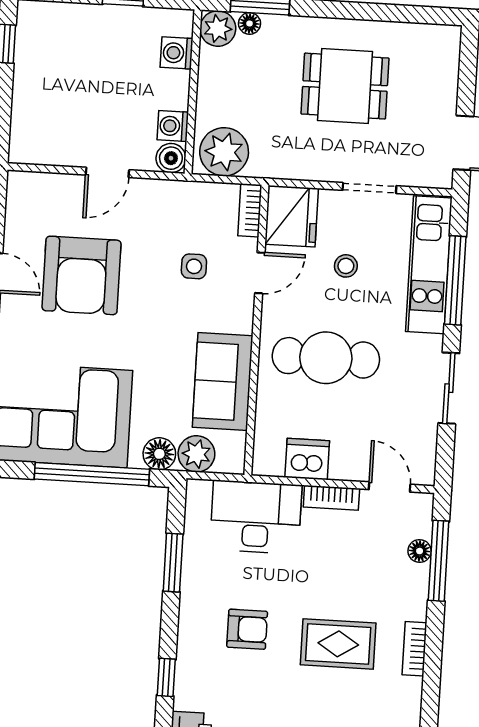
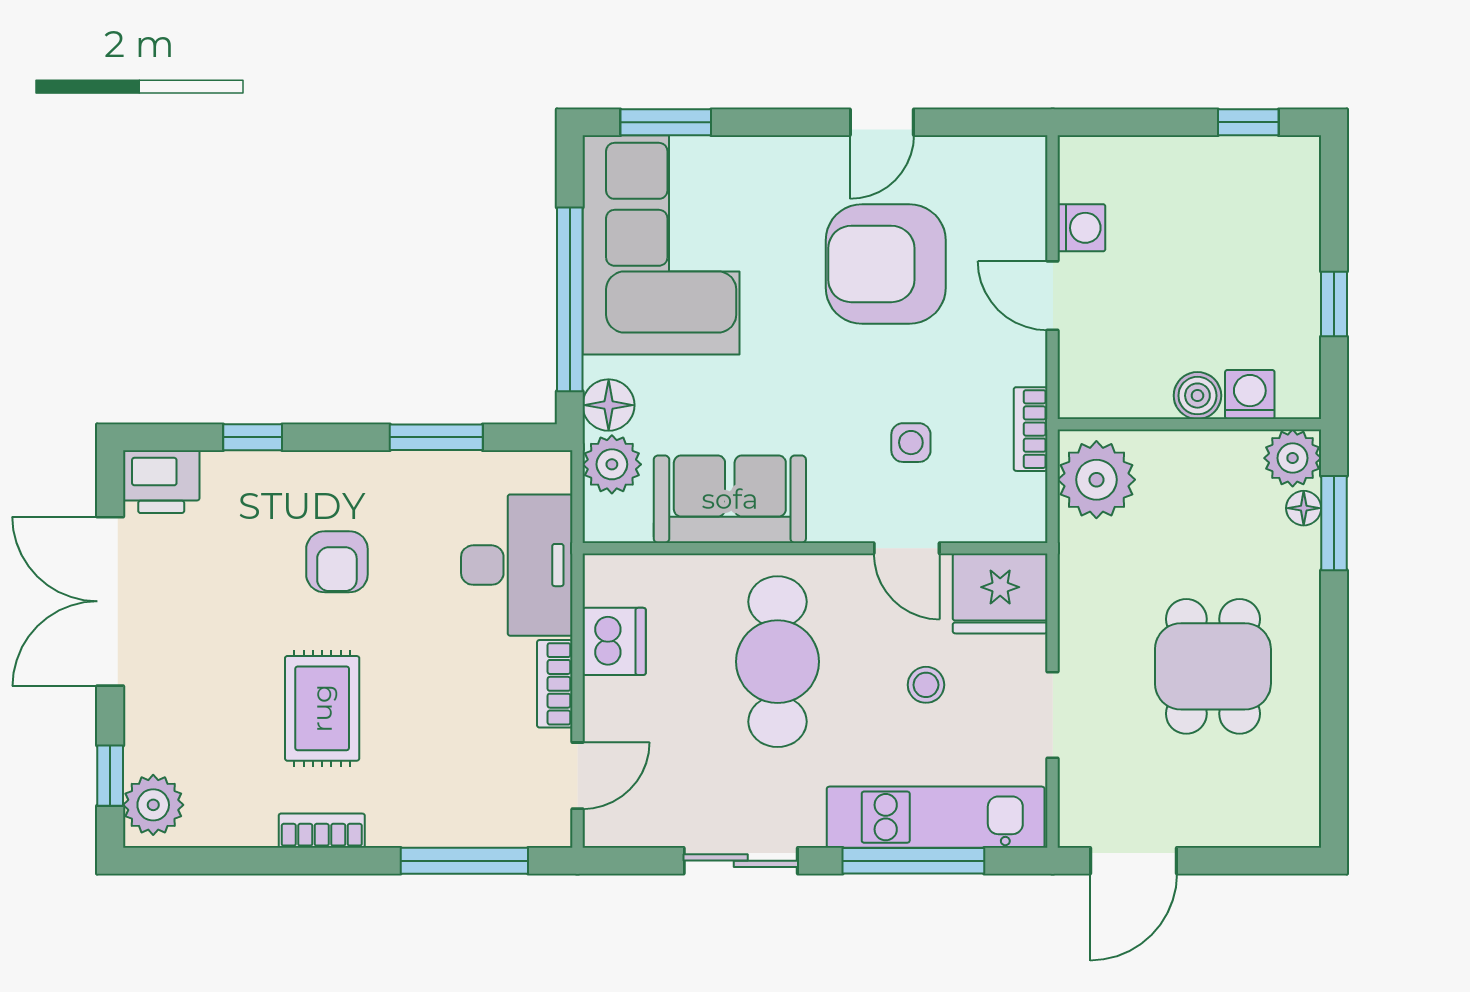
washing machine: (173, 126) -> (1081, 228), moved, turned 90
boiler: (171, 158) -> (1197, 396), moved
bookcase: (250, 210) -> (1031, 429), moved, turned -90
floor lamp: (420, 551) -> (478, 829), removed

